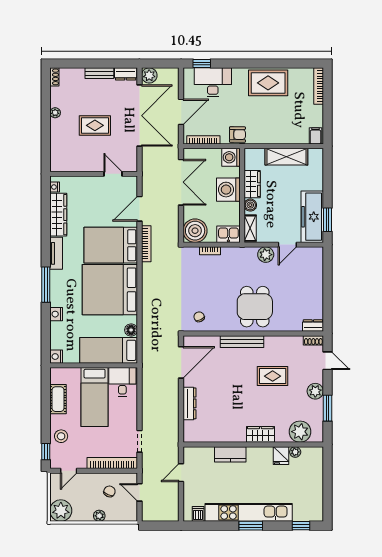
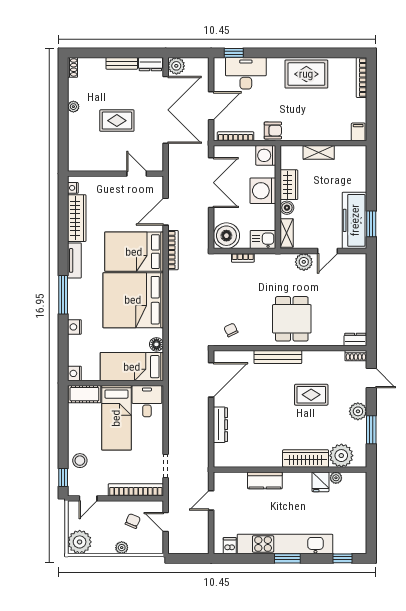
shelving: (286, 157) -> (319, 152), width x0.67, depth x0.75
cot: (58, 399) -> (84, 394), moved, turned 90
wardrobe: (260, 434) -> (306, 458), width x1.50

